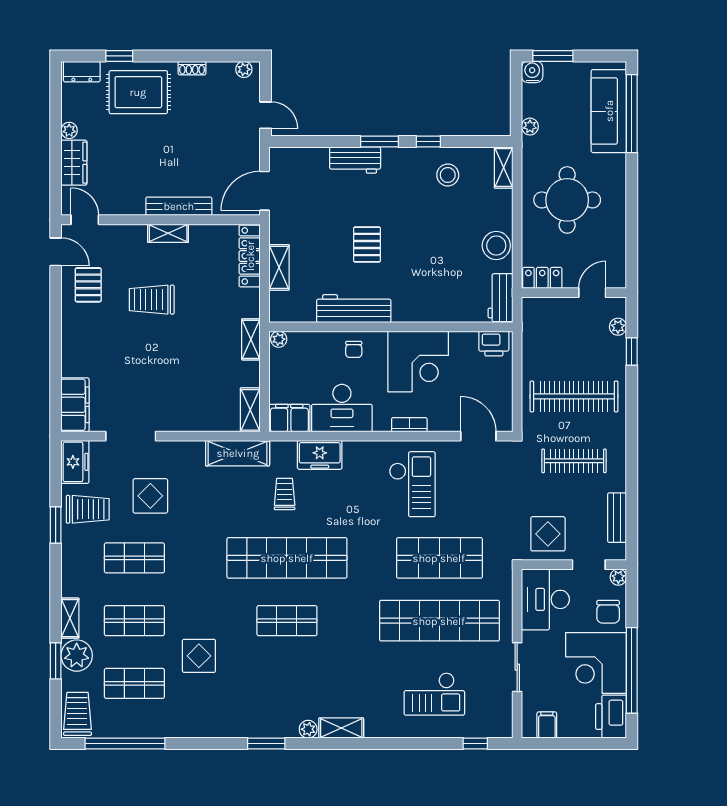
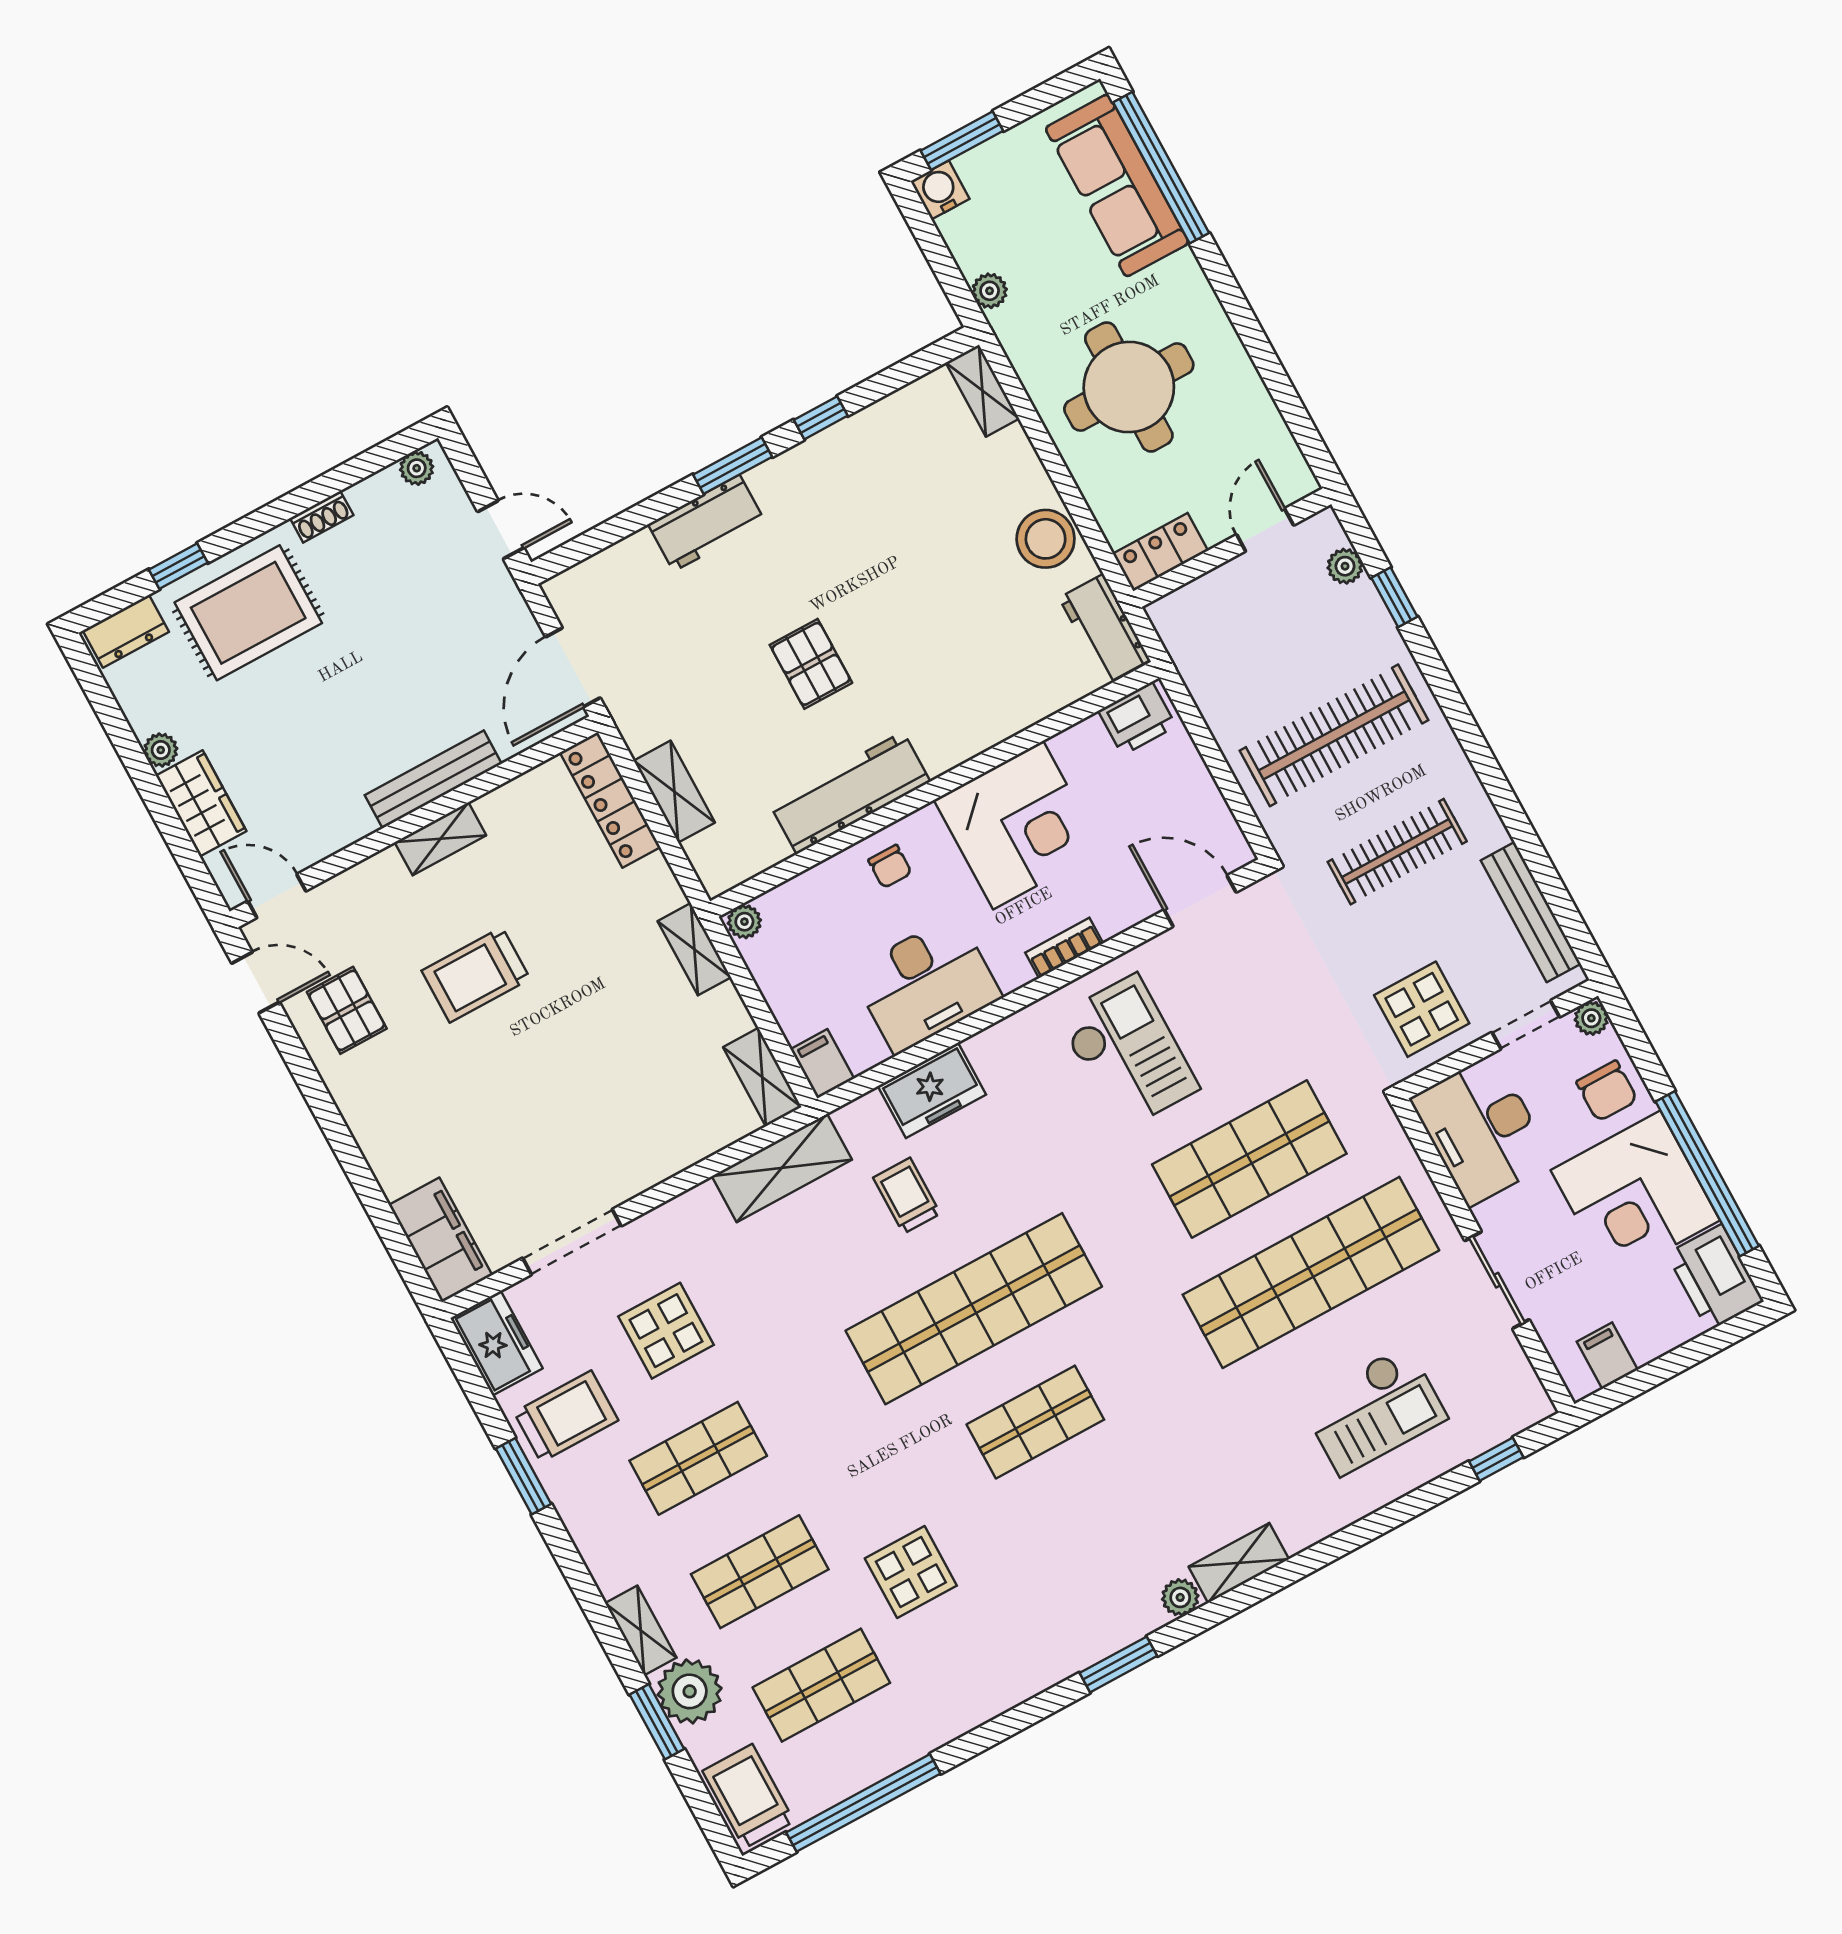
stool: (448, 175) -> (889, 459), removed
filing cabinet: (289, 418) -> (822, 1064), width x0.50
bench: (617, 518) -> (1531, 912), width x1.36

